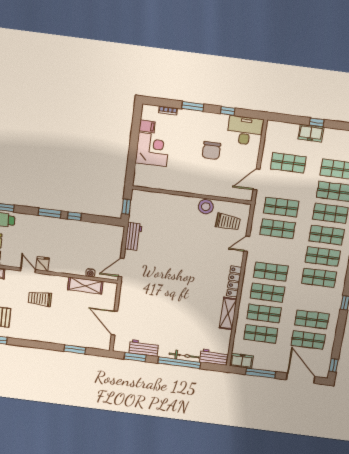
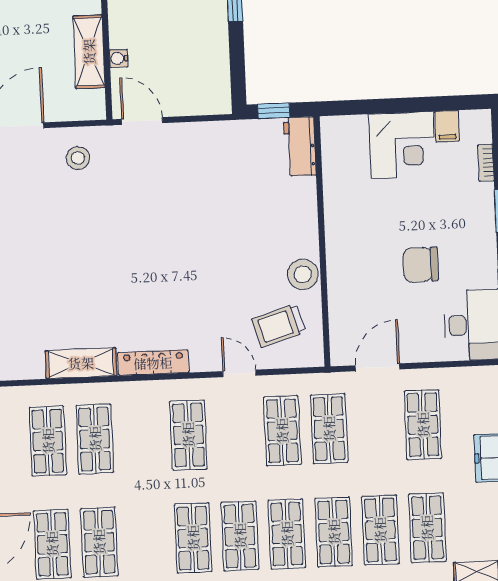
door: (257, 179) -> (378, 367), hinge flipped
trolley: (228, 222) -> (279, 326), turned 69
workbench: (133, 236) -> (300, 146), moved, turned 90
shop shelf: (267, 293) -> (142, 437), removed
stool: (133, 299) -> (78, 158), added

